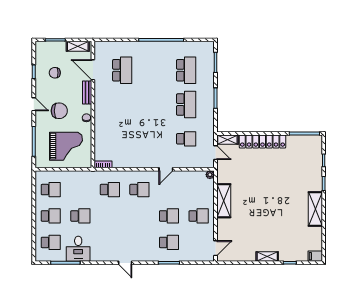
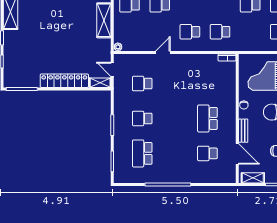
school desk: (122, 70) -> (207, 153), width x0.54
school desk: (122, 105) -> (207, 118), added
school desk: (186, 105) -> (142, 118), width x0.54

